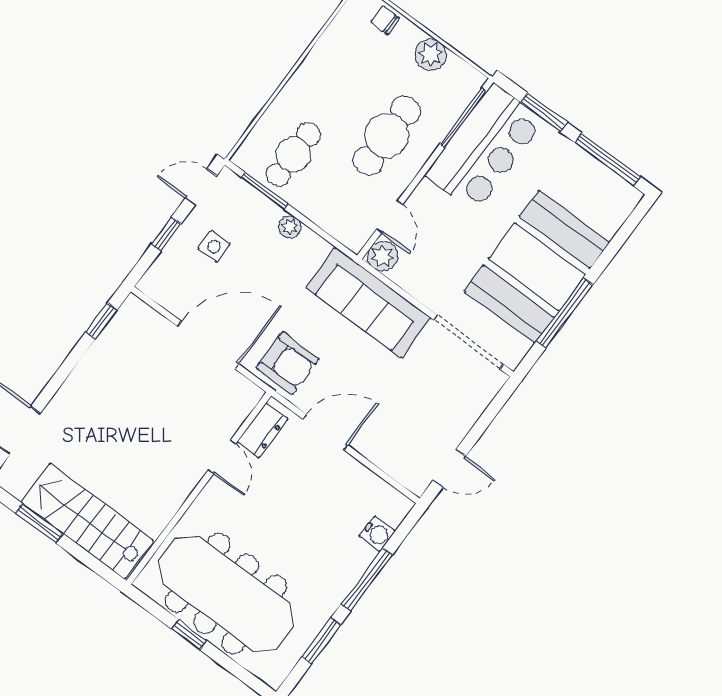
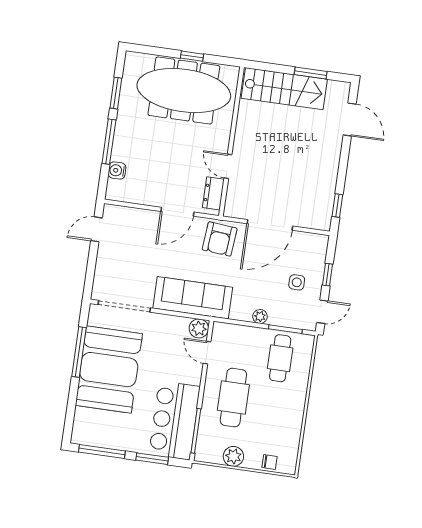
armchair: (288, 363) -> (220, 239), turned -85

